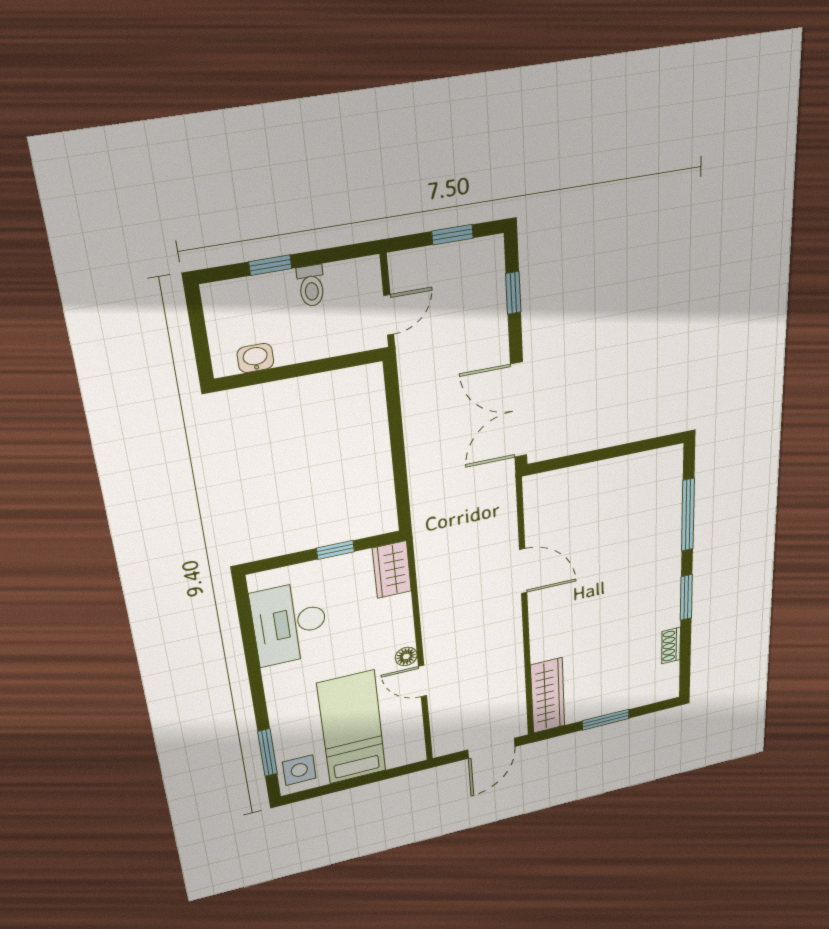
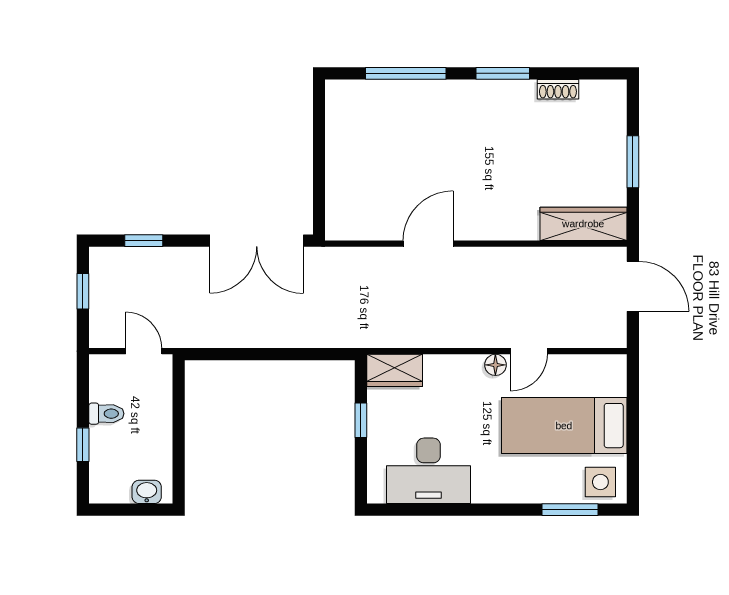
washbasin: (255, 358) -> (147, 492), moved, turned 90

